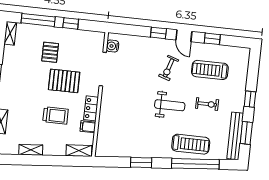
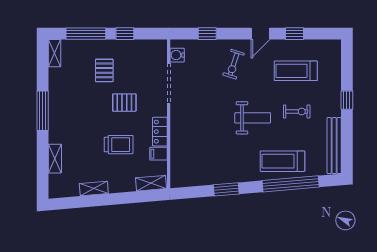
window: (158, 33) -> (207, 34), moved
door: (184, 36) -> (260, 34), hinge flipped
exercise bike: (169, 68) -> (234, 64), moved
pallet: (64, 81) -> (124, 103), width x0.67, depth x0.71
window: (246, 133) -> (347, 141), removed
treadmill: (191, 144) -> (282, 161), turned 180

